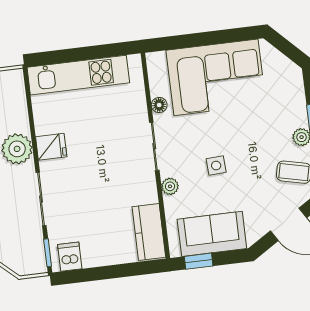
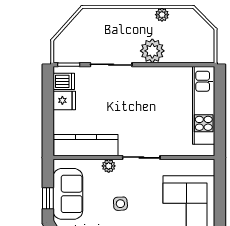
floor lamp: (159, 105) -> (173, 165), removed
fridge: (51, 147) -> (64, 100), moved, turned -90
kitchen counter: (149, 232) -> (86, 145), width x1.50
window: (199, 261) -> (48, 198), moved

